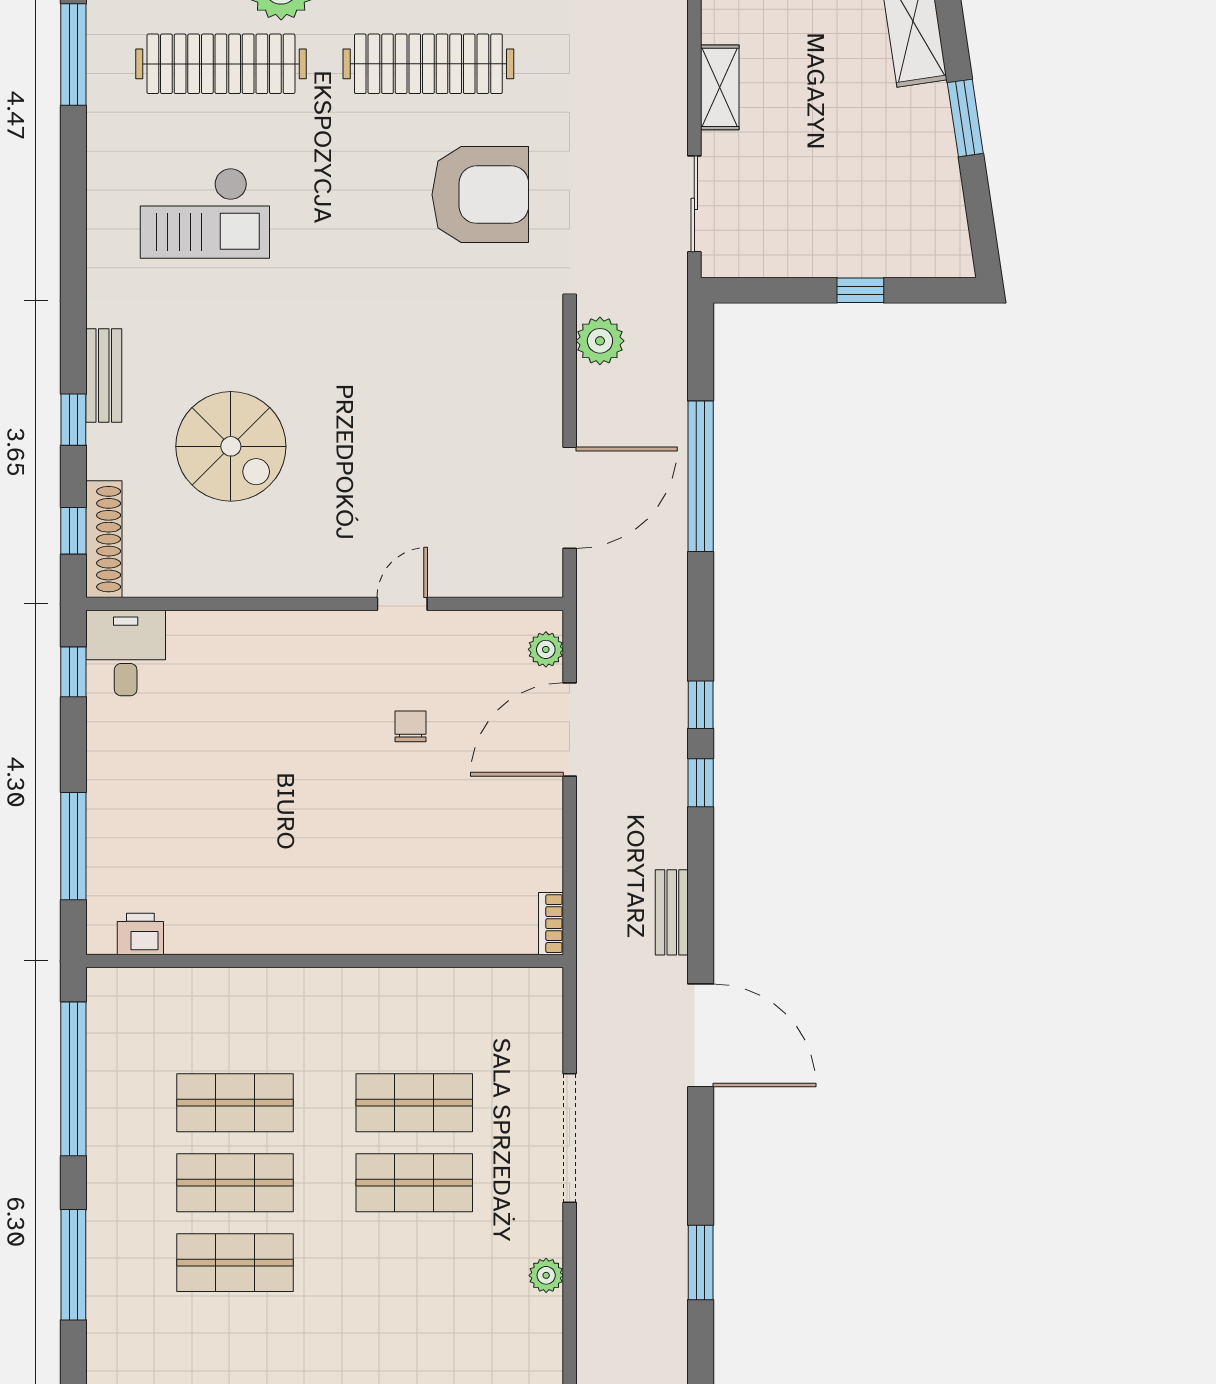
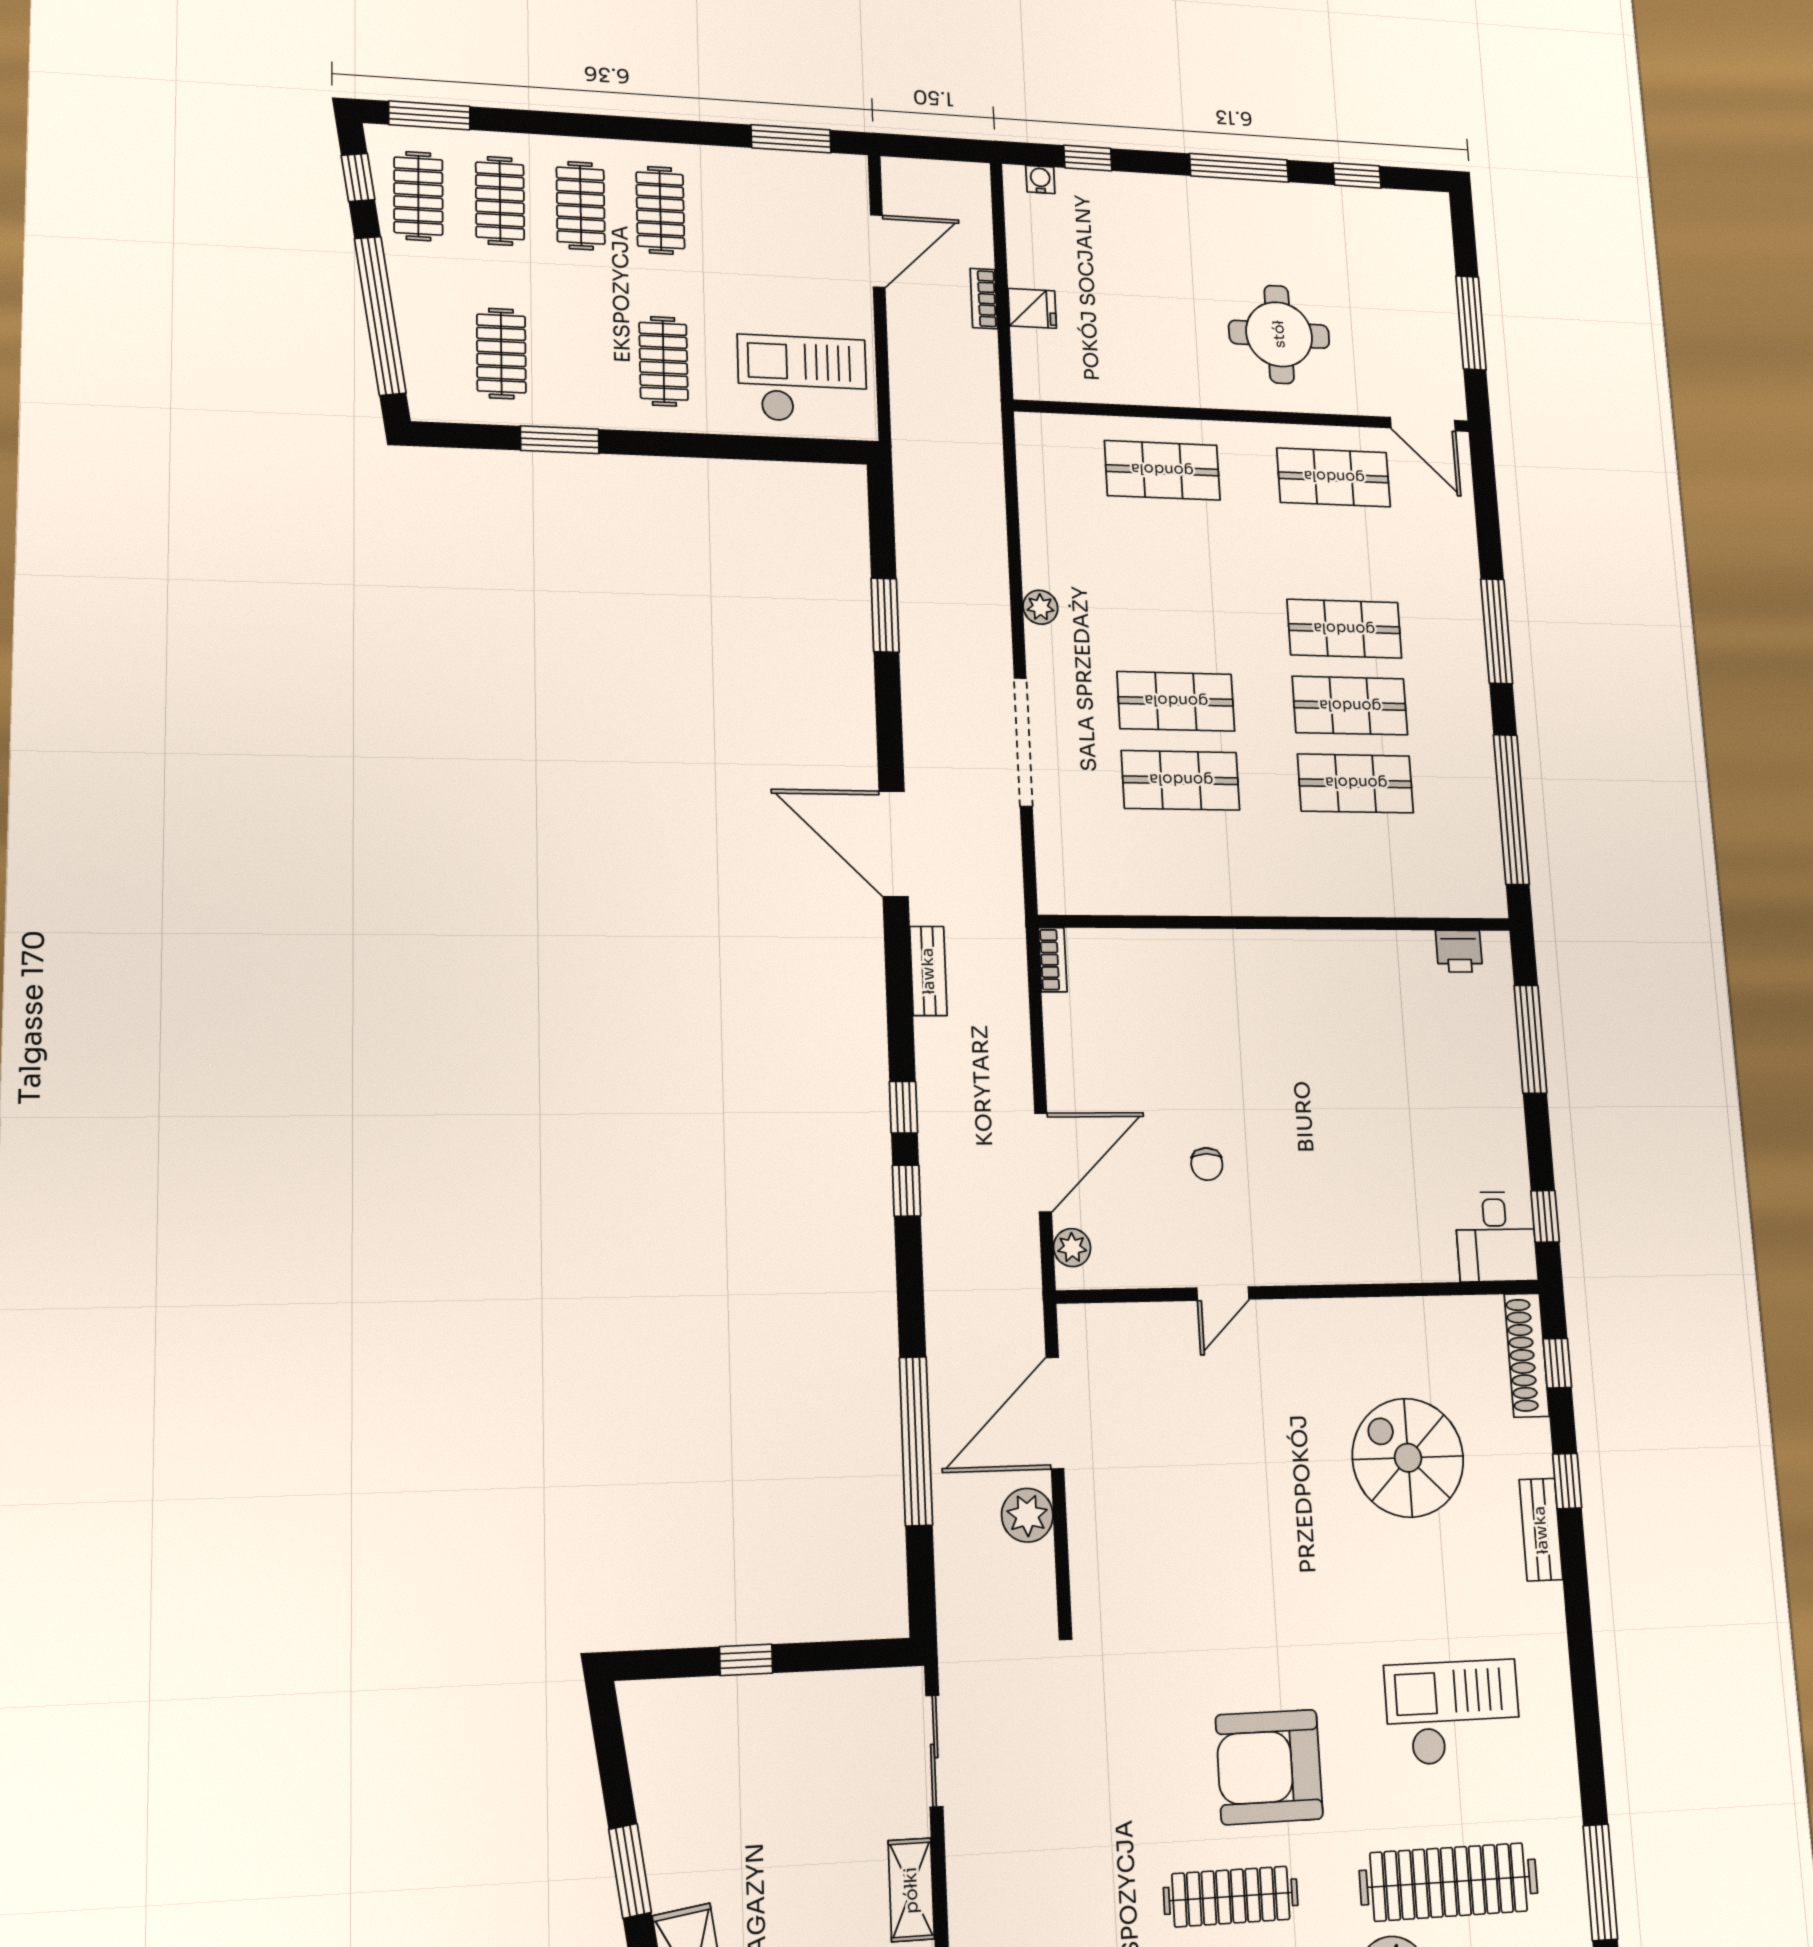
clothes rail: (428, 64) -> (1231, 1897), width x0.73, depth x0.76
armchair: (480, 195) -> (1269, 1767), moved
plant: (600, 341) -> (1027, 1515), moved

